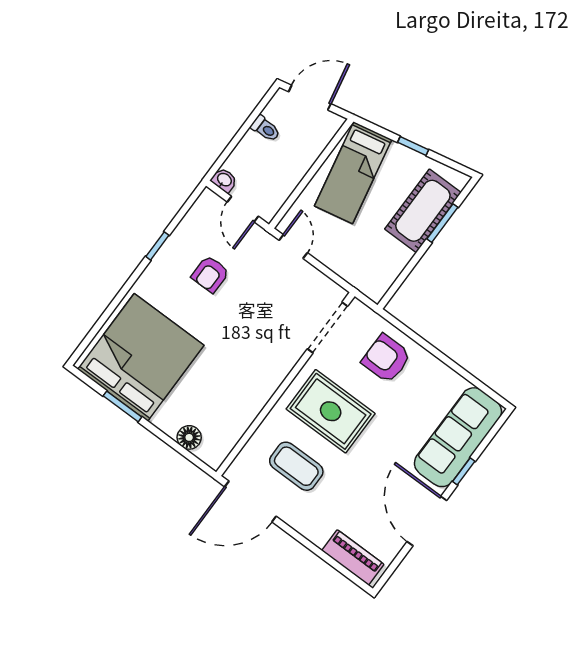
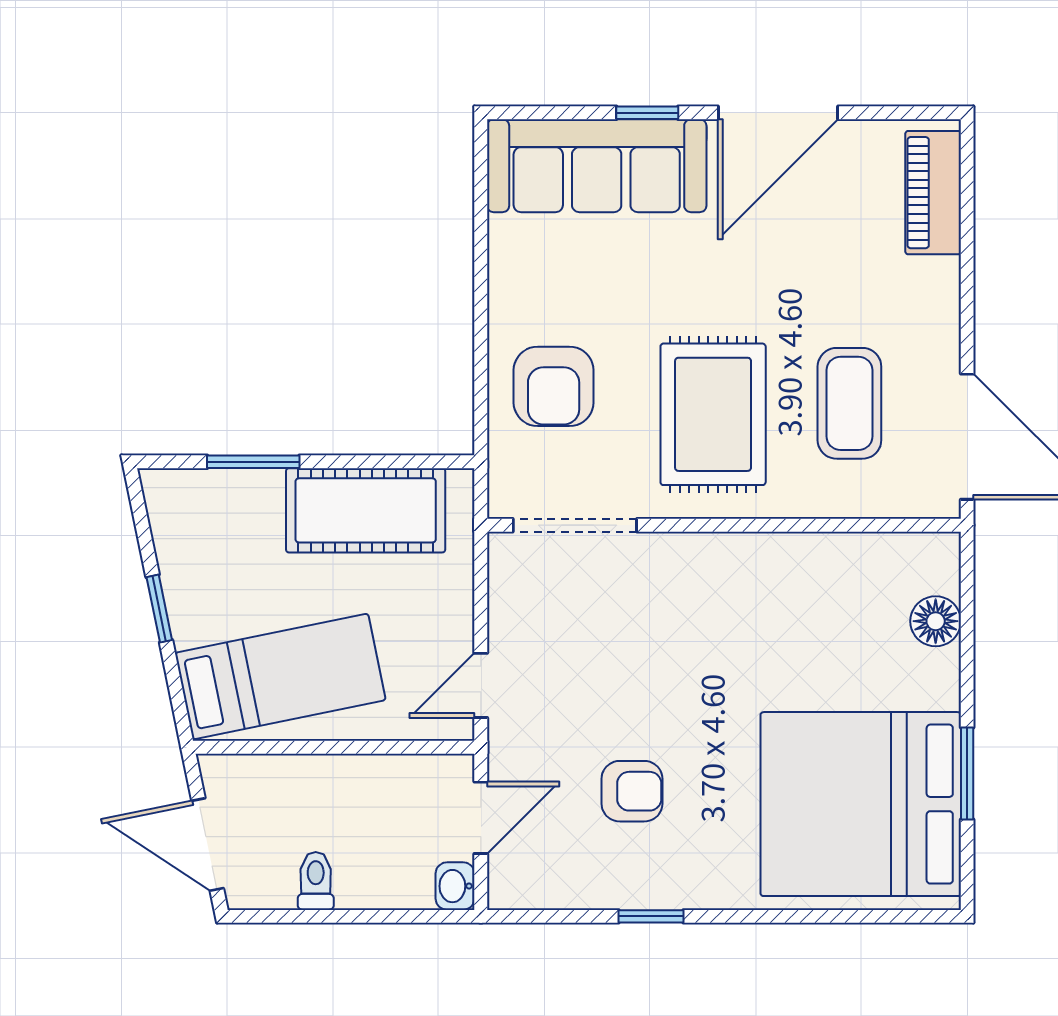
cot: (423, 211) -> (366, 510), moved

